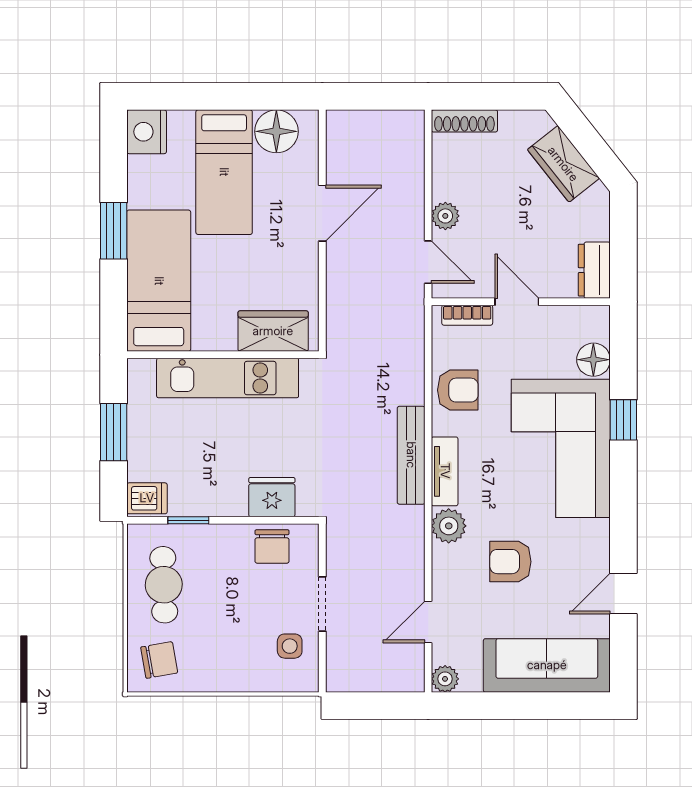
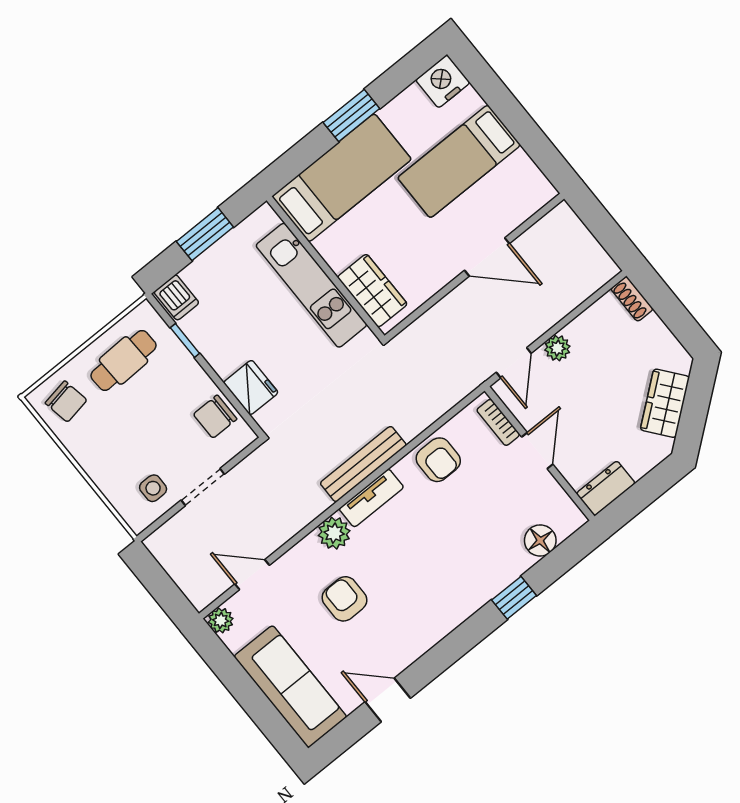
shoe rack: (464, 121) -> (632, 299), width x0.70
floor lamp: (276, 131) -> (520, 175), removed
corner sofa: (561, 448) -> (456, 569), removed

